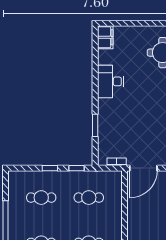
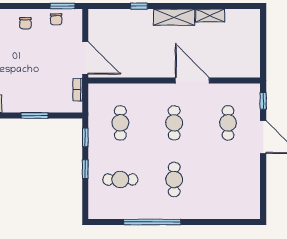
cafe table: (41, 198) -> (120, 179), turned 90

